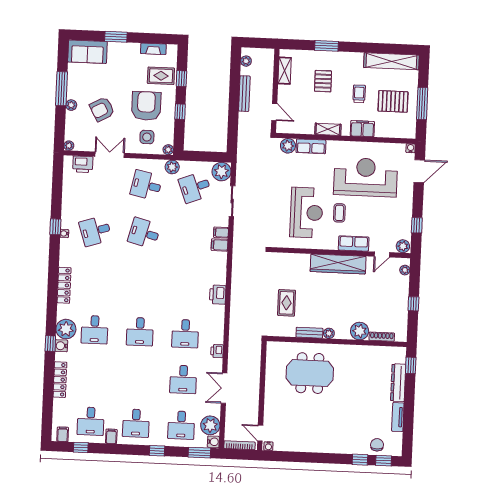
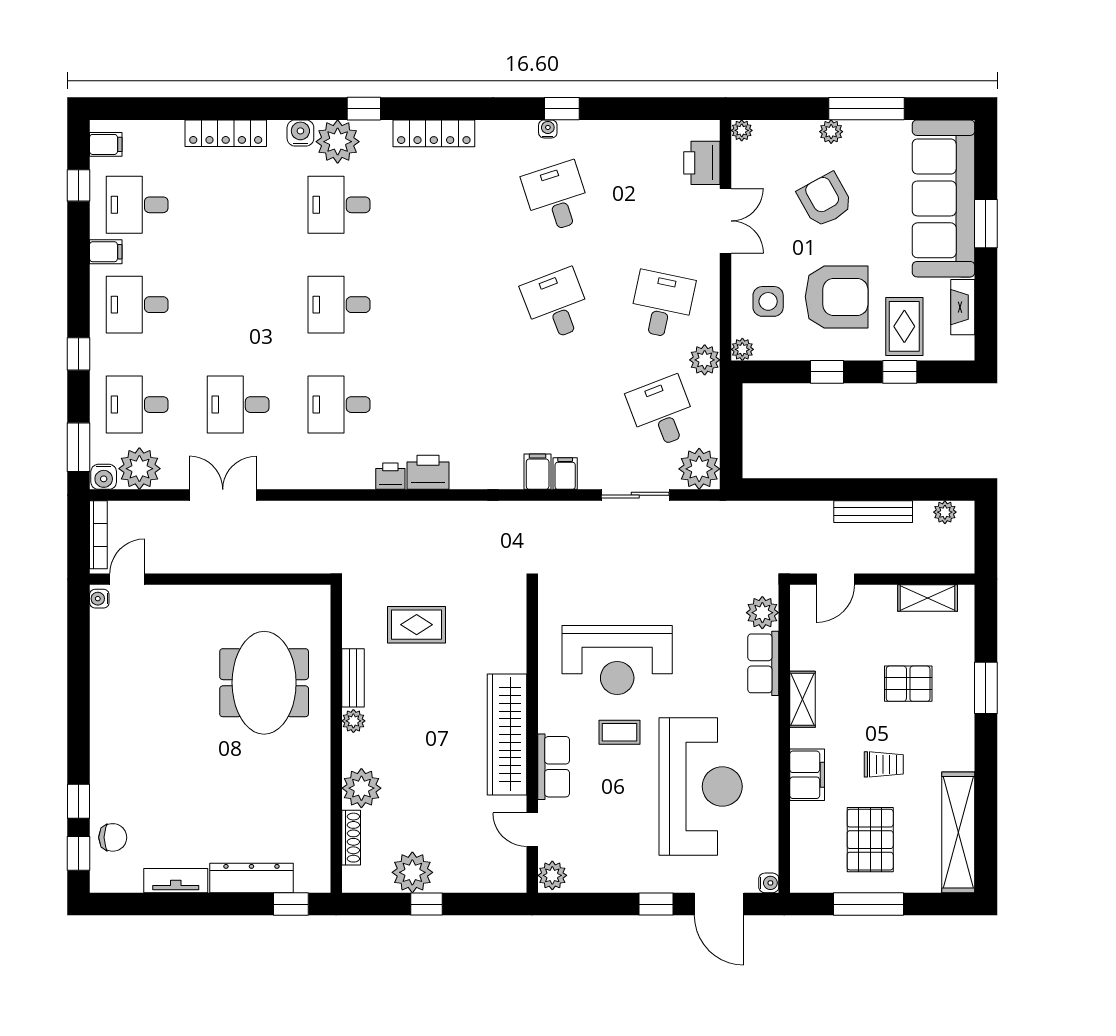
sofa: (87, 52) -> (944, 198), width x1.85, depth x1.27
window: (417, 225) -> (656, 904), moved
desk: (144, 233) -> (556, 305), turned -36
plant: (405, 270) -> (412, 872), moved, width x1.88, depth x1.88
window: (50, 344) -> (364, 109), moved
printer: (217, 351) -> (390, 476), moved

